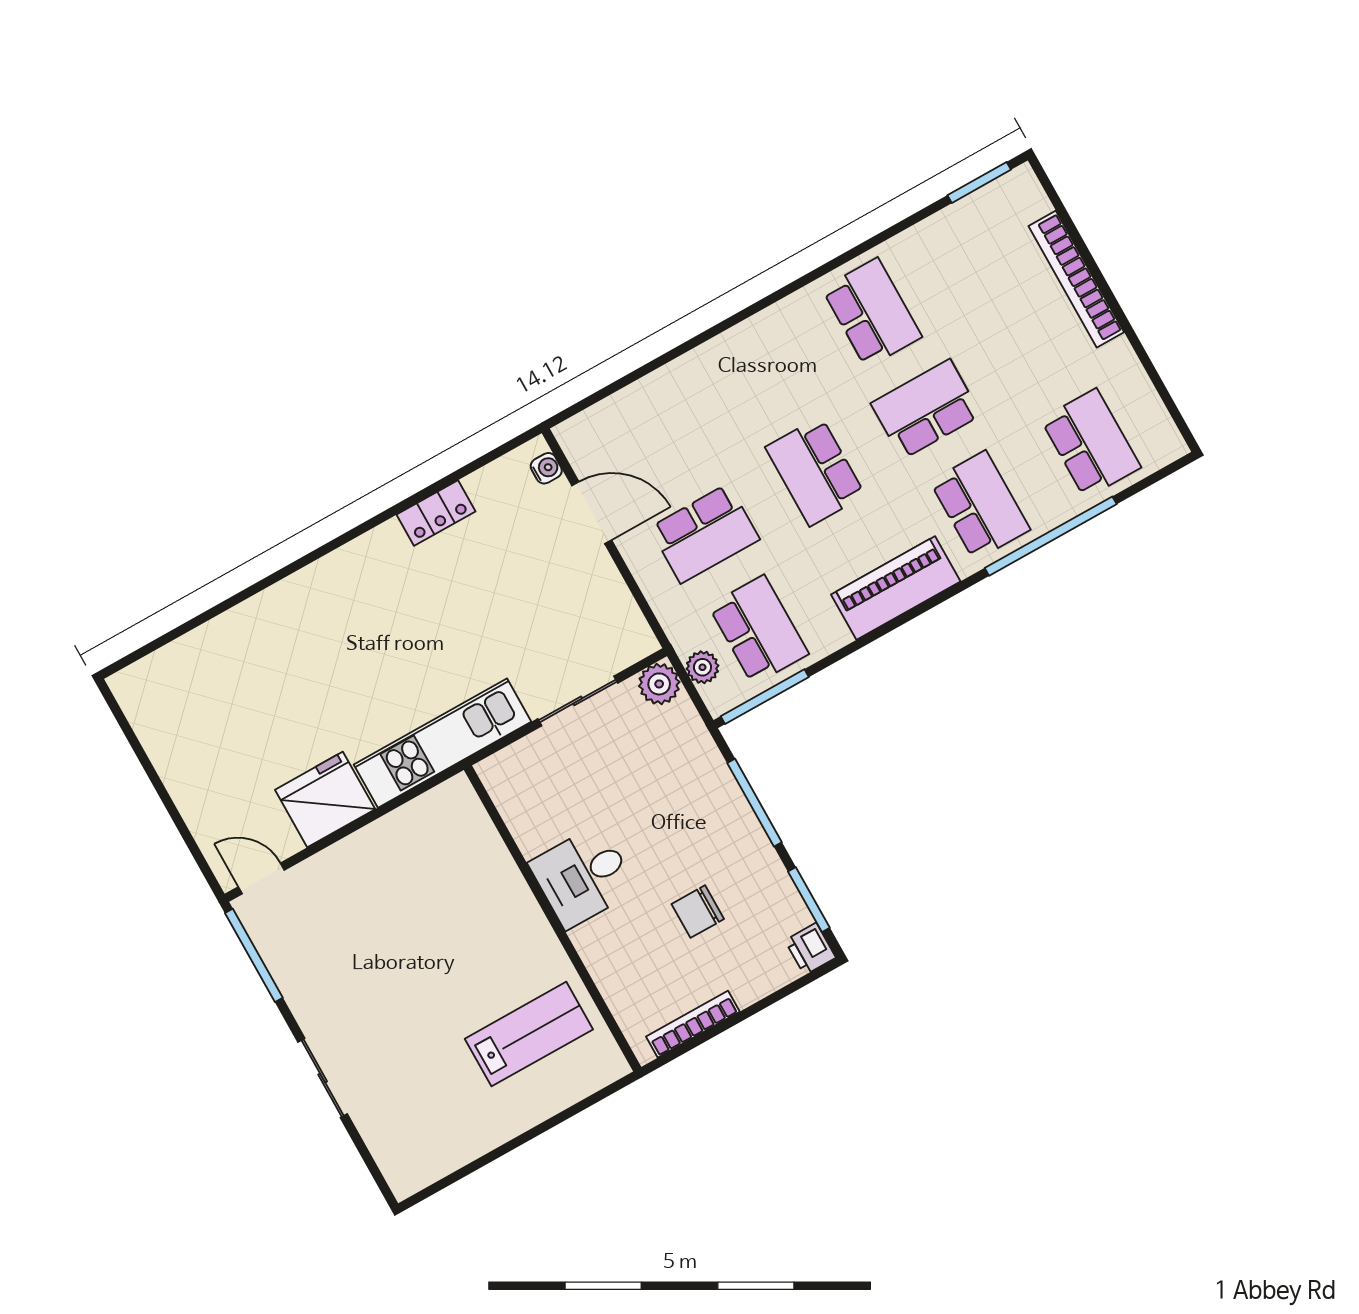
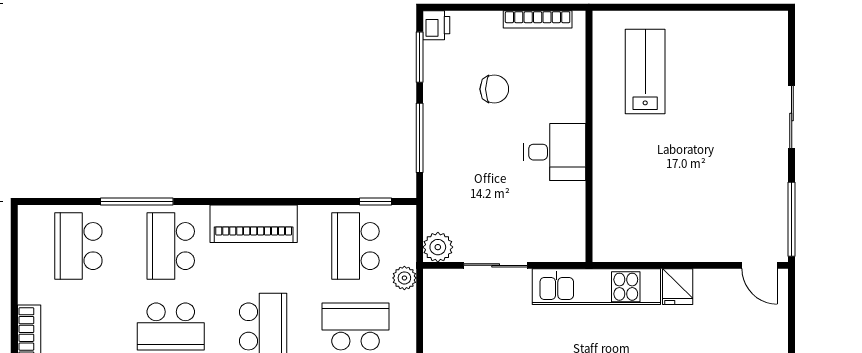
window: (1051, 536) -> (137, 202), width x0.68
plant: (702, 667) -> (404, 278), moved
window: (765, 697) -> (375, 202), width x0.46
fridge: (325, 800) -> (678, 287), width x0.53, depth x0.75
lab bench: (529, 1034) -> (645, 71), turned 90

